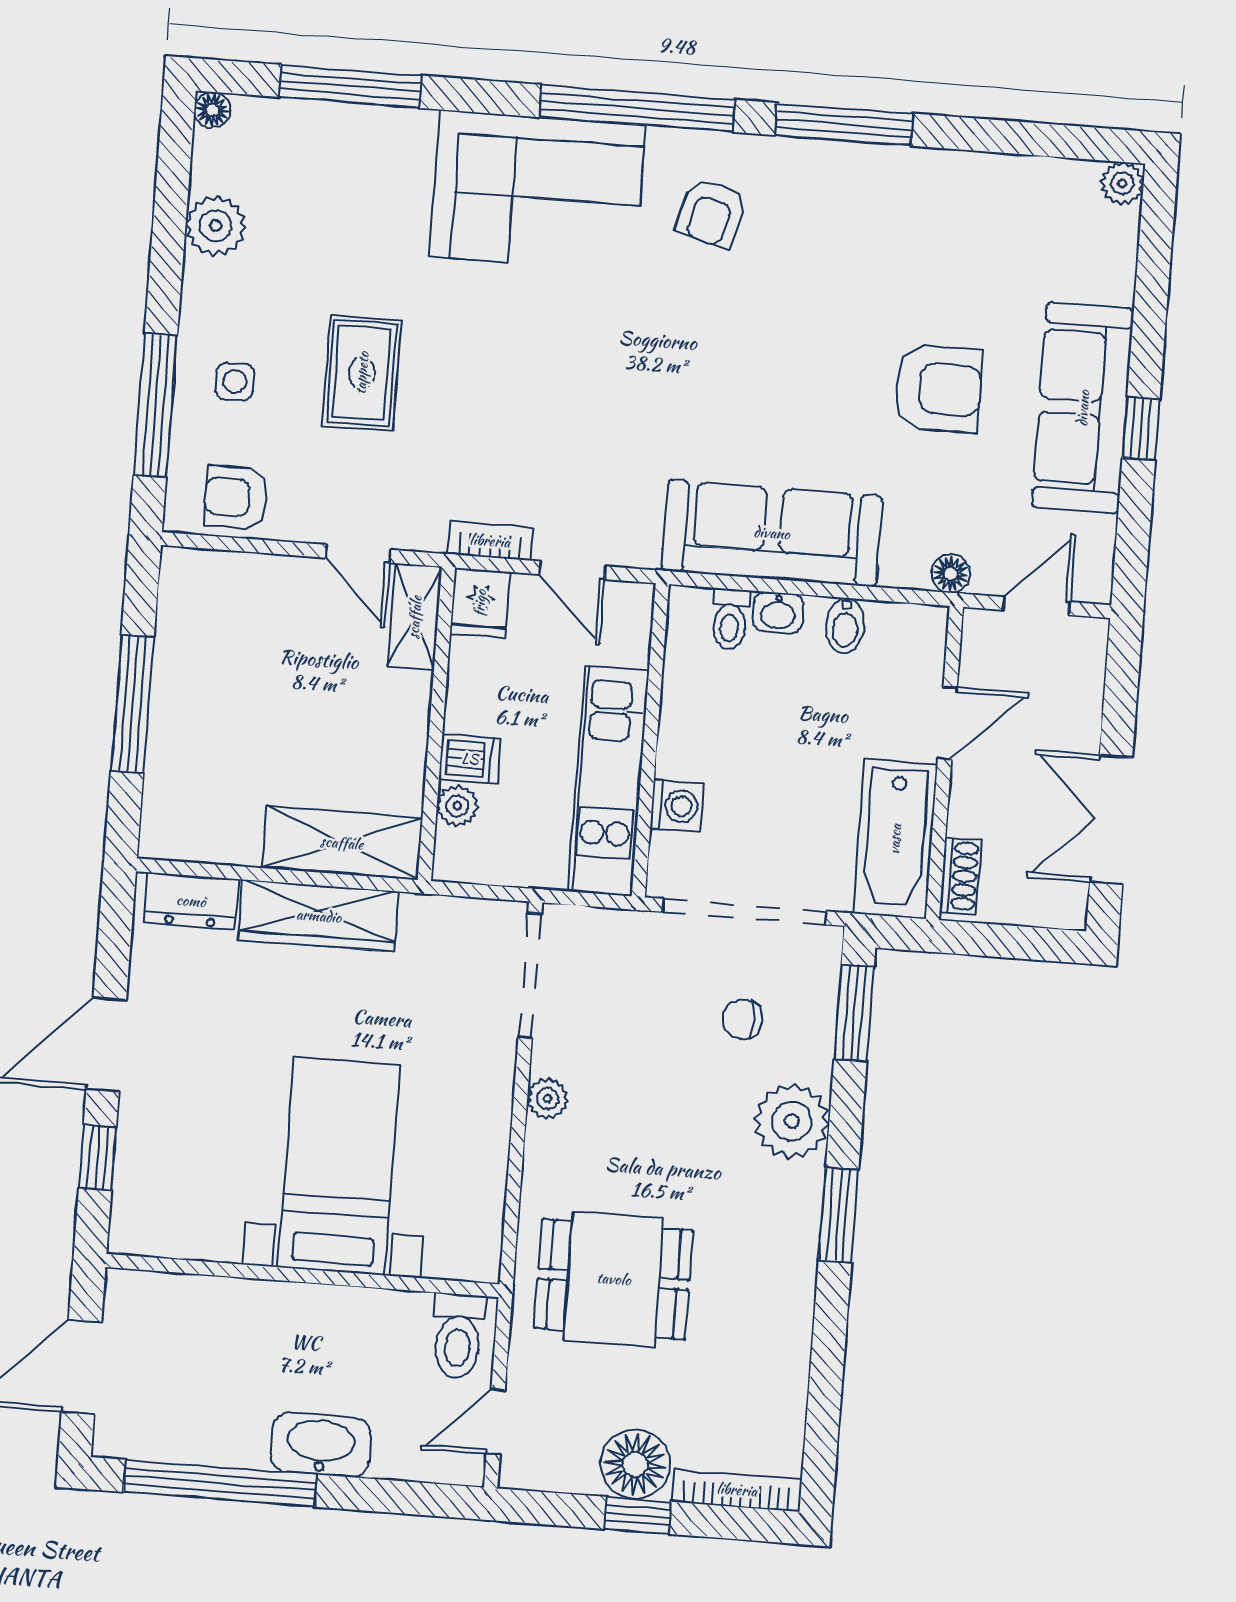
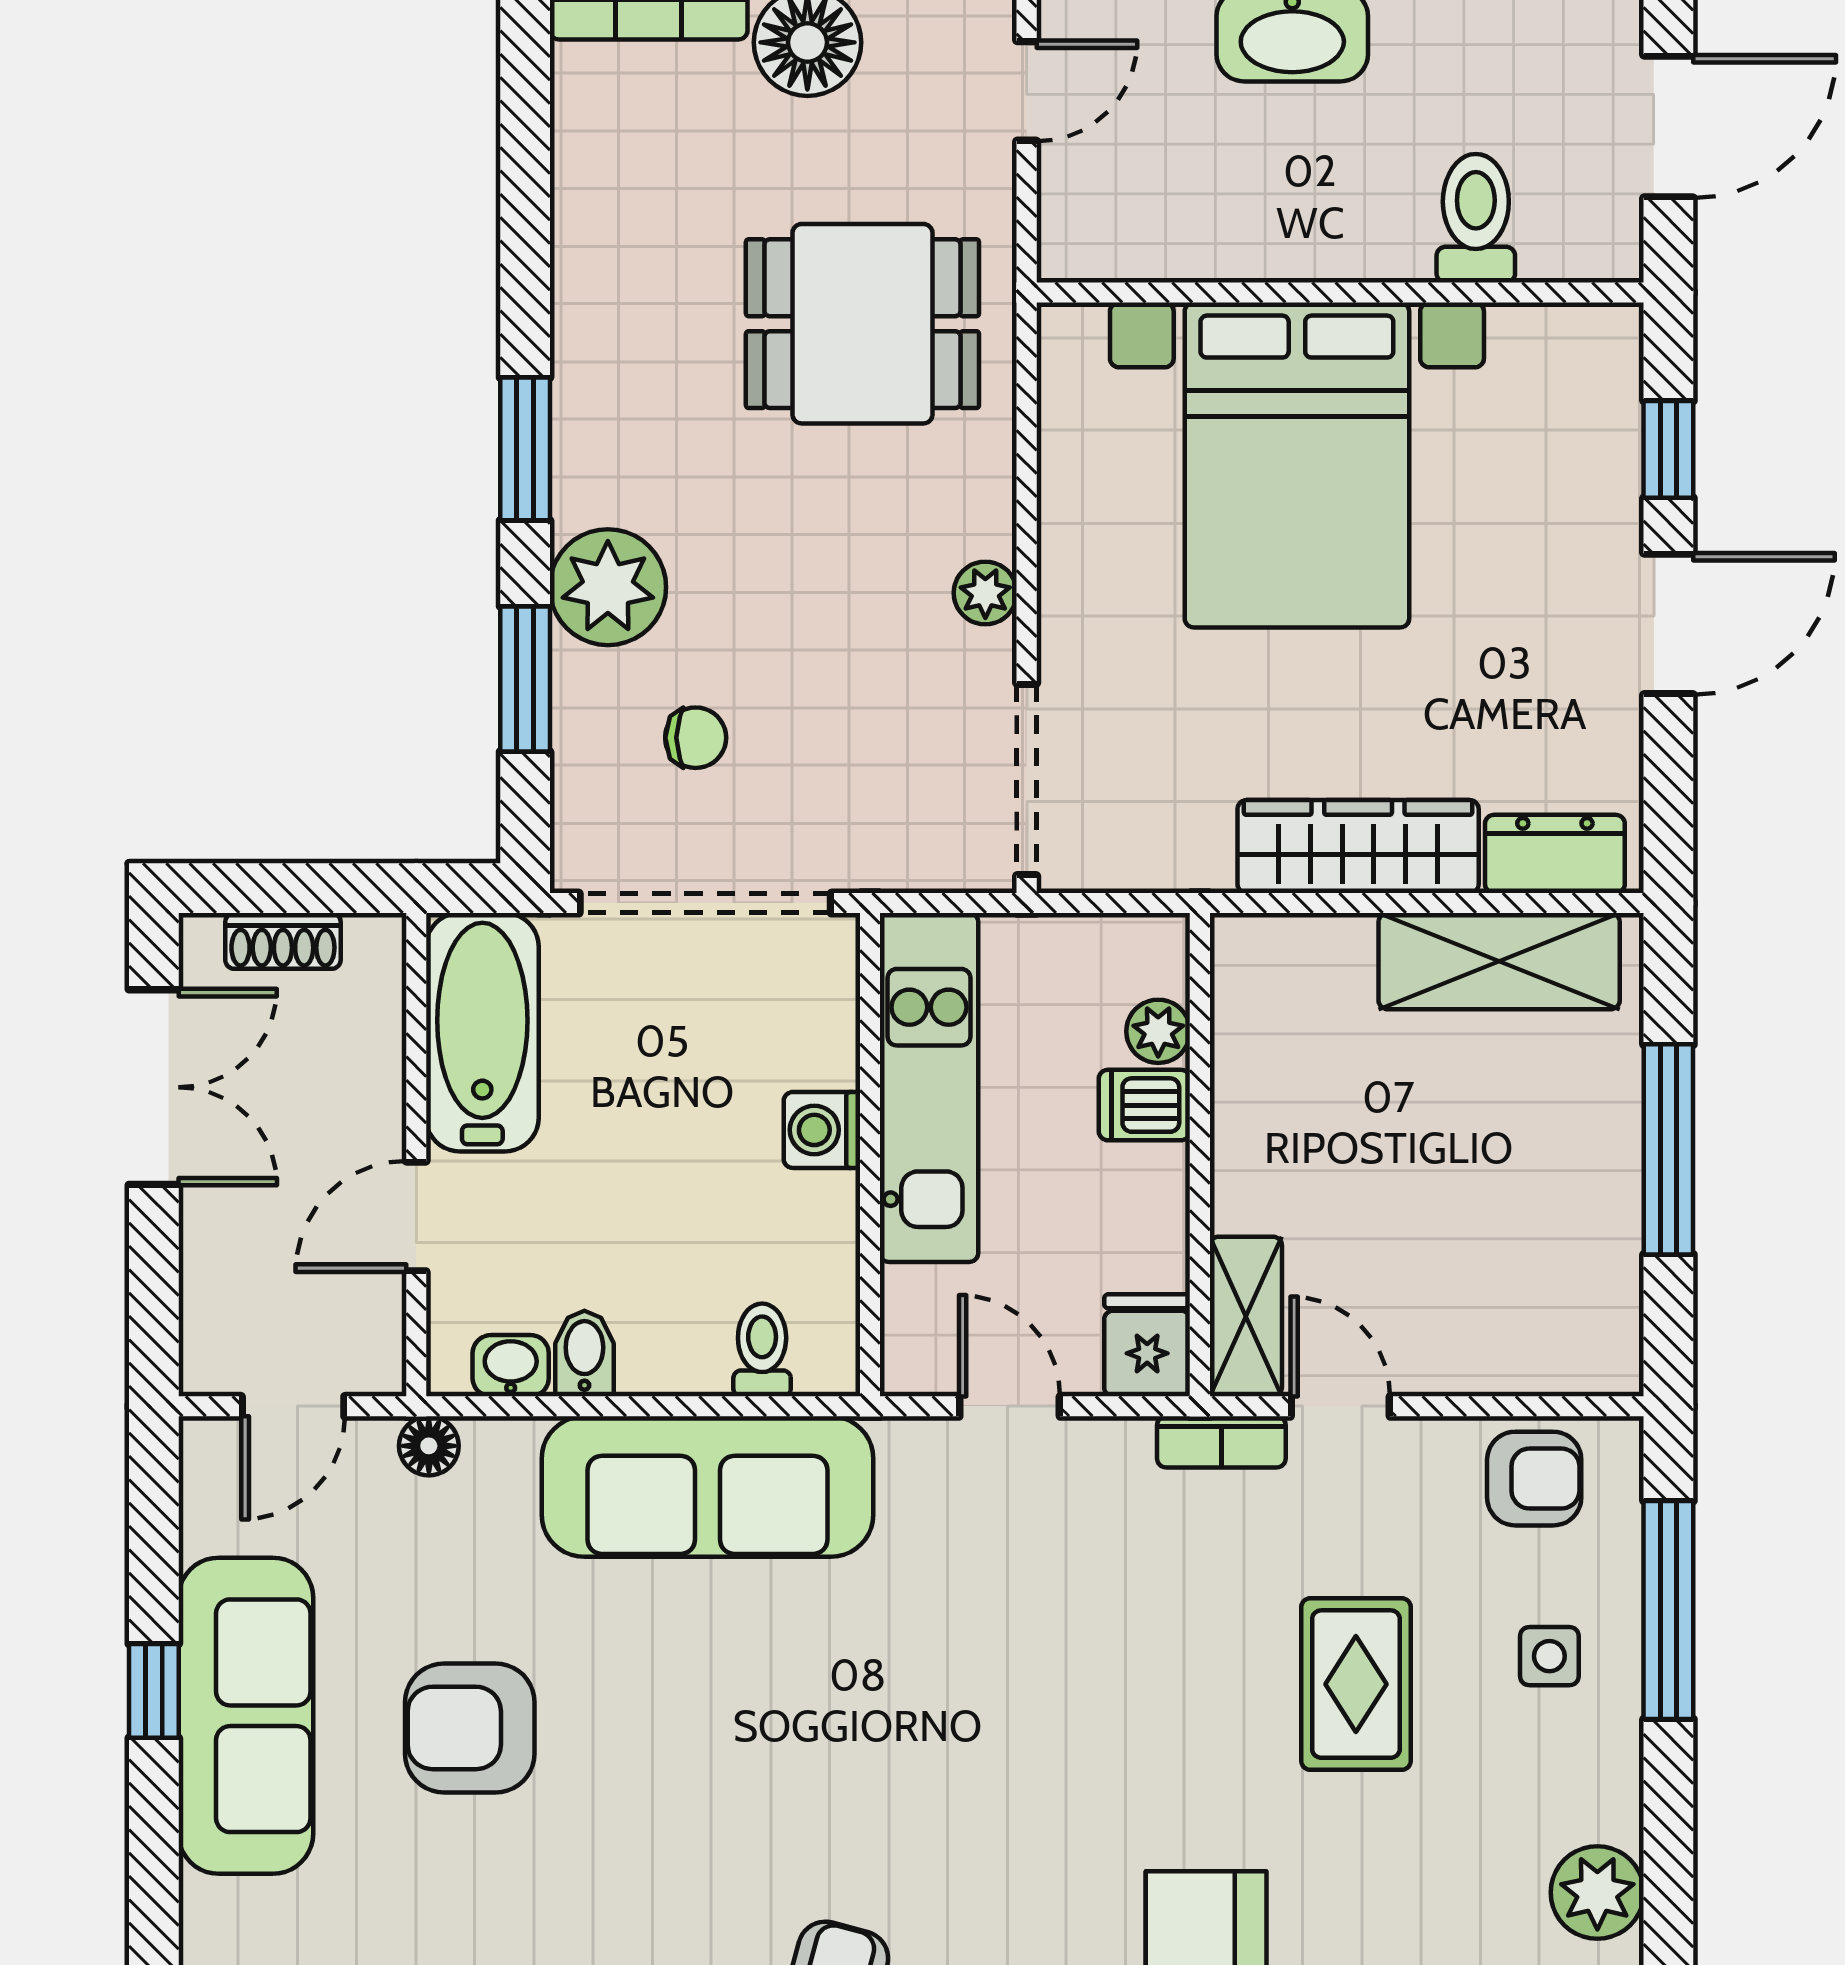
bookcase: (490, 541) -> (1221, 1442), moved
washbasin: (778, 613) -> (511, 1366), moved
washing machine: (676, 806) -> (822, 1130), moved
shelving: (342, 843) -> (1499, 961), moved
shoe rack: (960, 876) -> (283, 941), moved, turned -90
window: (854, 1013) -> (525, 679), moved
bed with nightstands: (339, 1166) -> (1297, 465), width x1.36
toilet: (458, 1336) -> (1476, 218), moved

